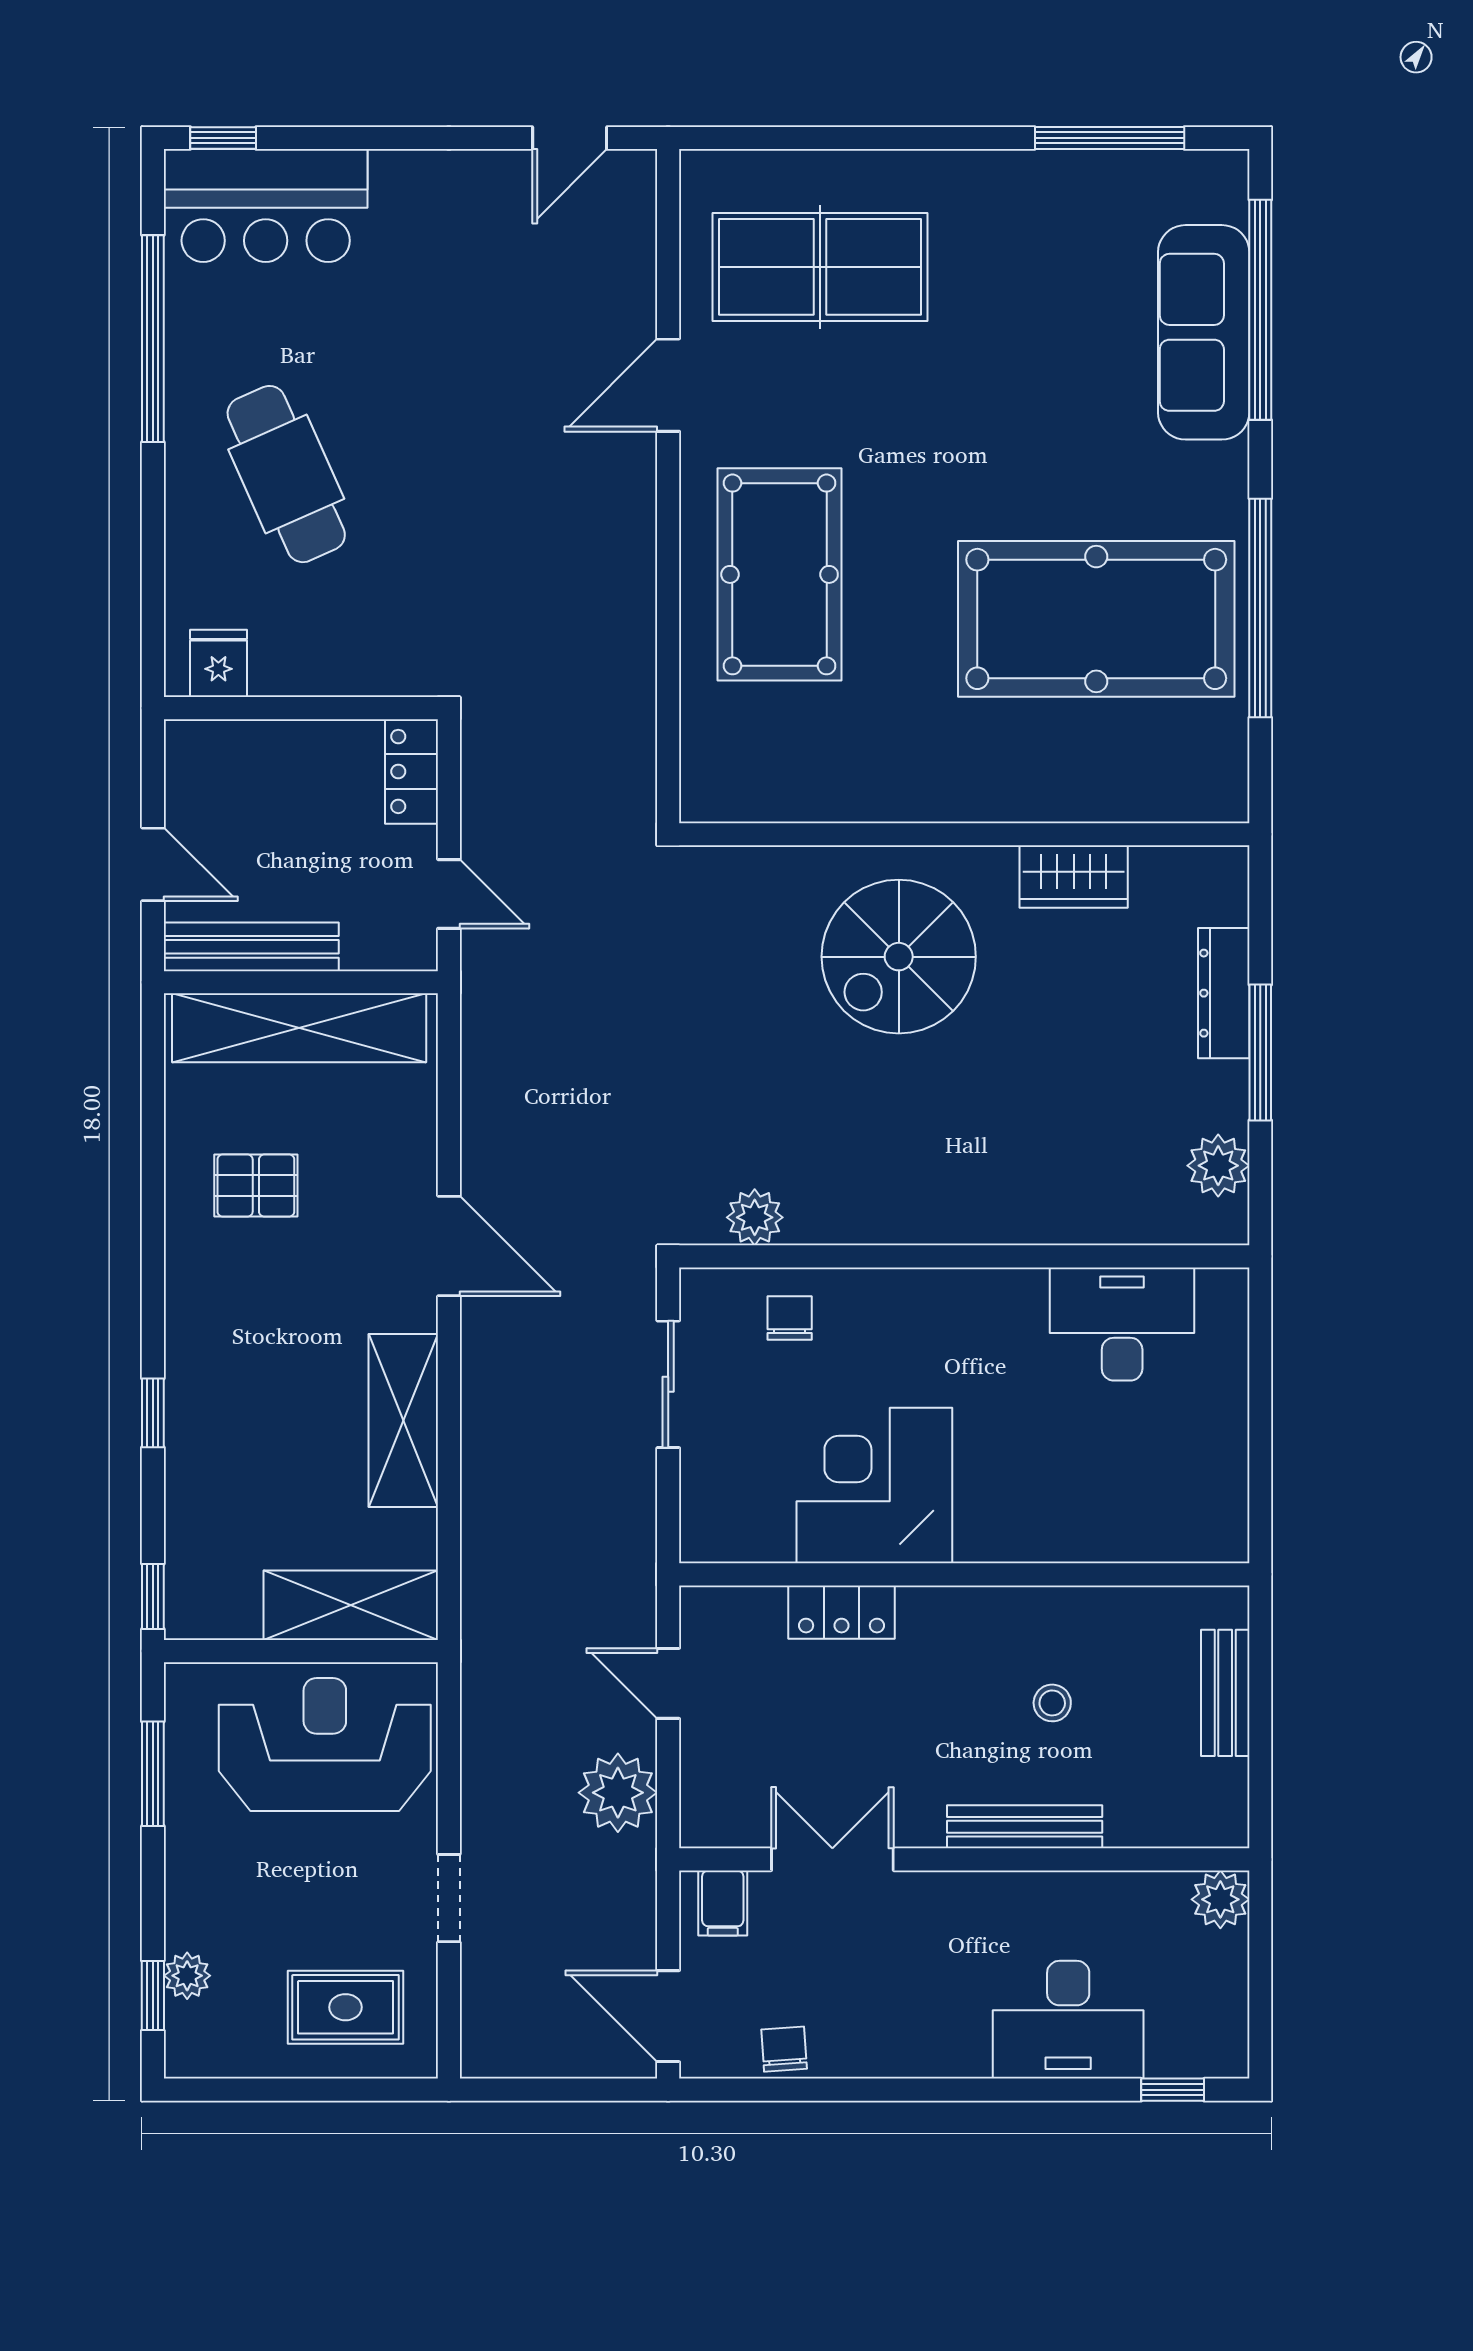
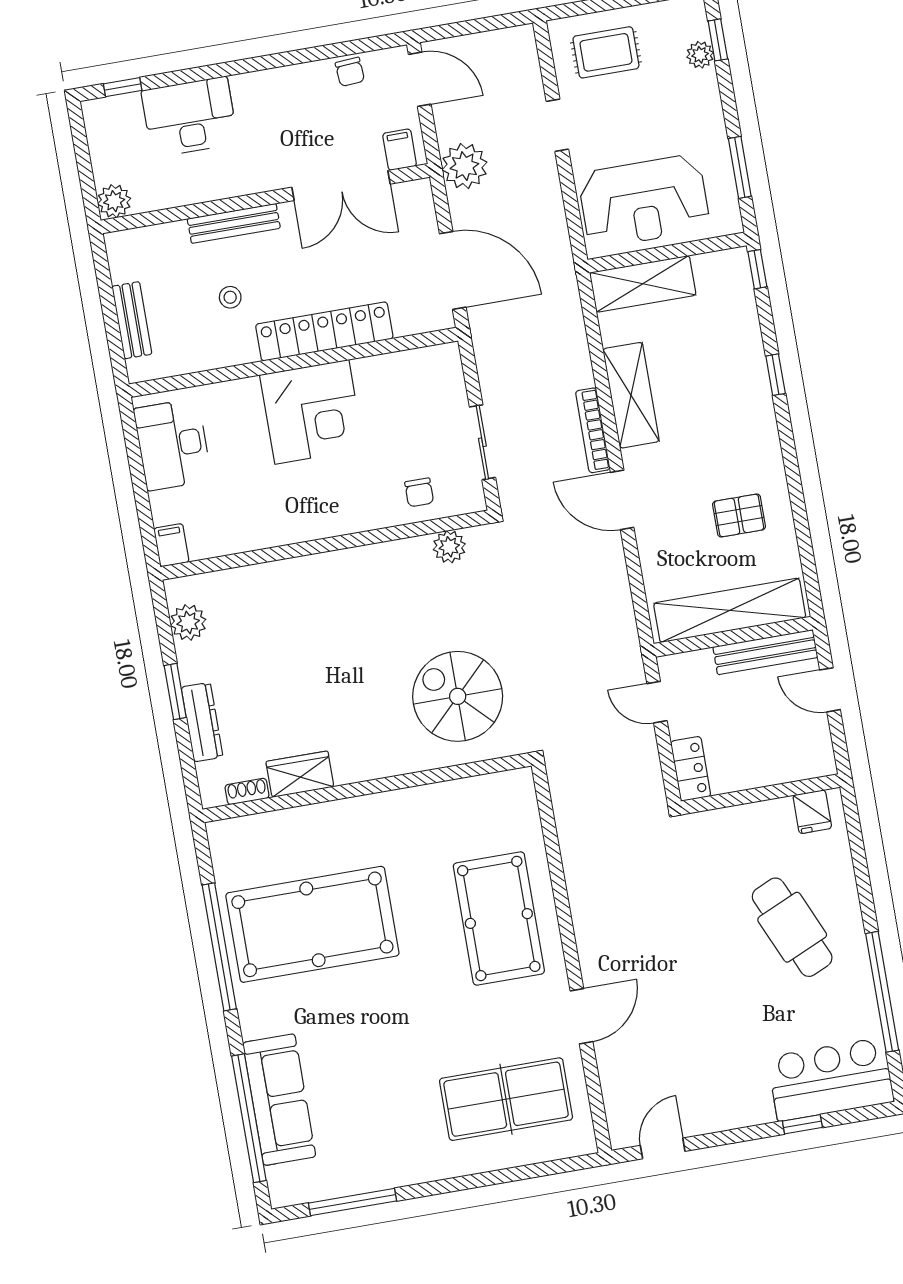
window: (223, 138) -> (802, 1124), moved
shoe rack: (1168, 863) -> (247, 791), added
spiral stairs: (899, 957) -> (458, 696), moved, turned -90
window: (1260, 1053) -> (175, 692), width x0.69
filing cabinet: (1224, 1301) -> (171, 545), added
desk: (1122, 1324) -> (173, 445), moved, turned 90
bookcase: (478, 1372) -> (593, 430), added
corner desk: (874, 1486) -> (312, 412), moved
locker: (841, 1612) -> (324, 331), width x2.16, depth x1.21
door: (668, 1683) -> (453, 270), width x1.87
plant: (618, 1793) -> (464, 166), moved
double door: (832, 1859) -> (341, 186), width x1.37

